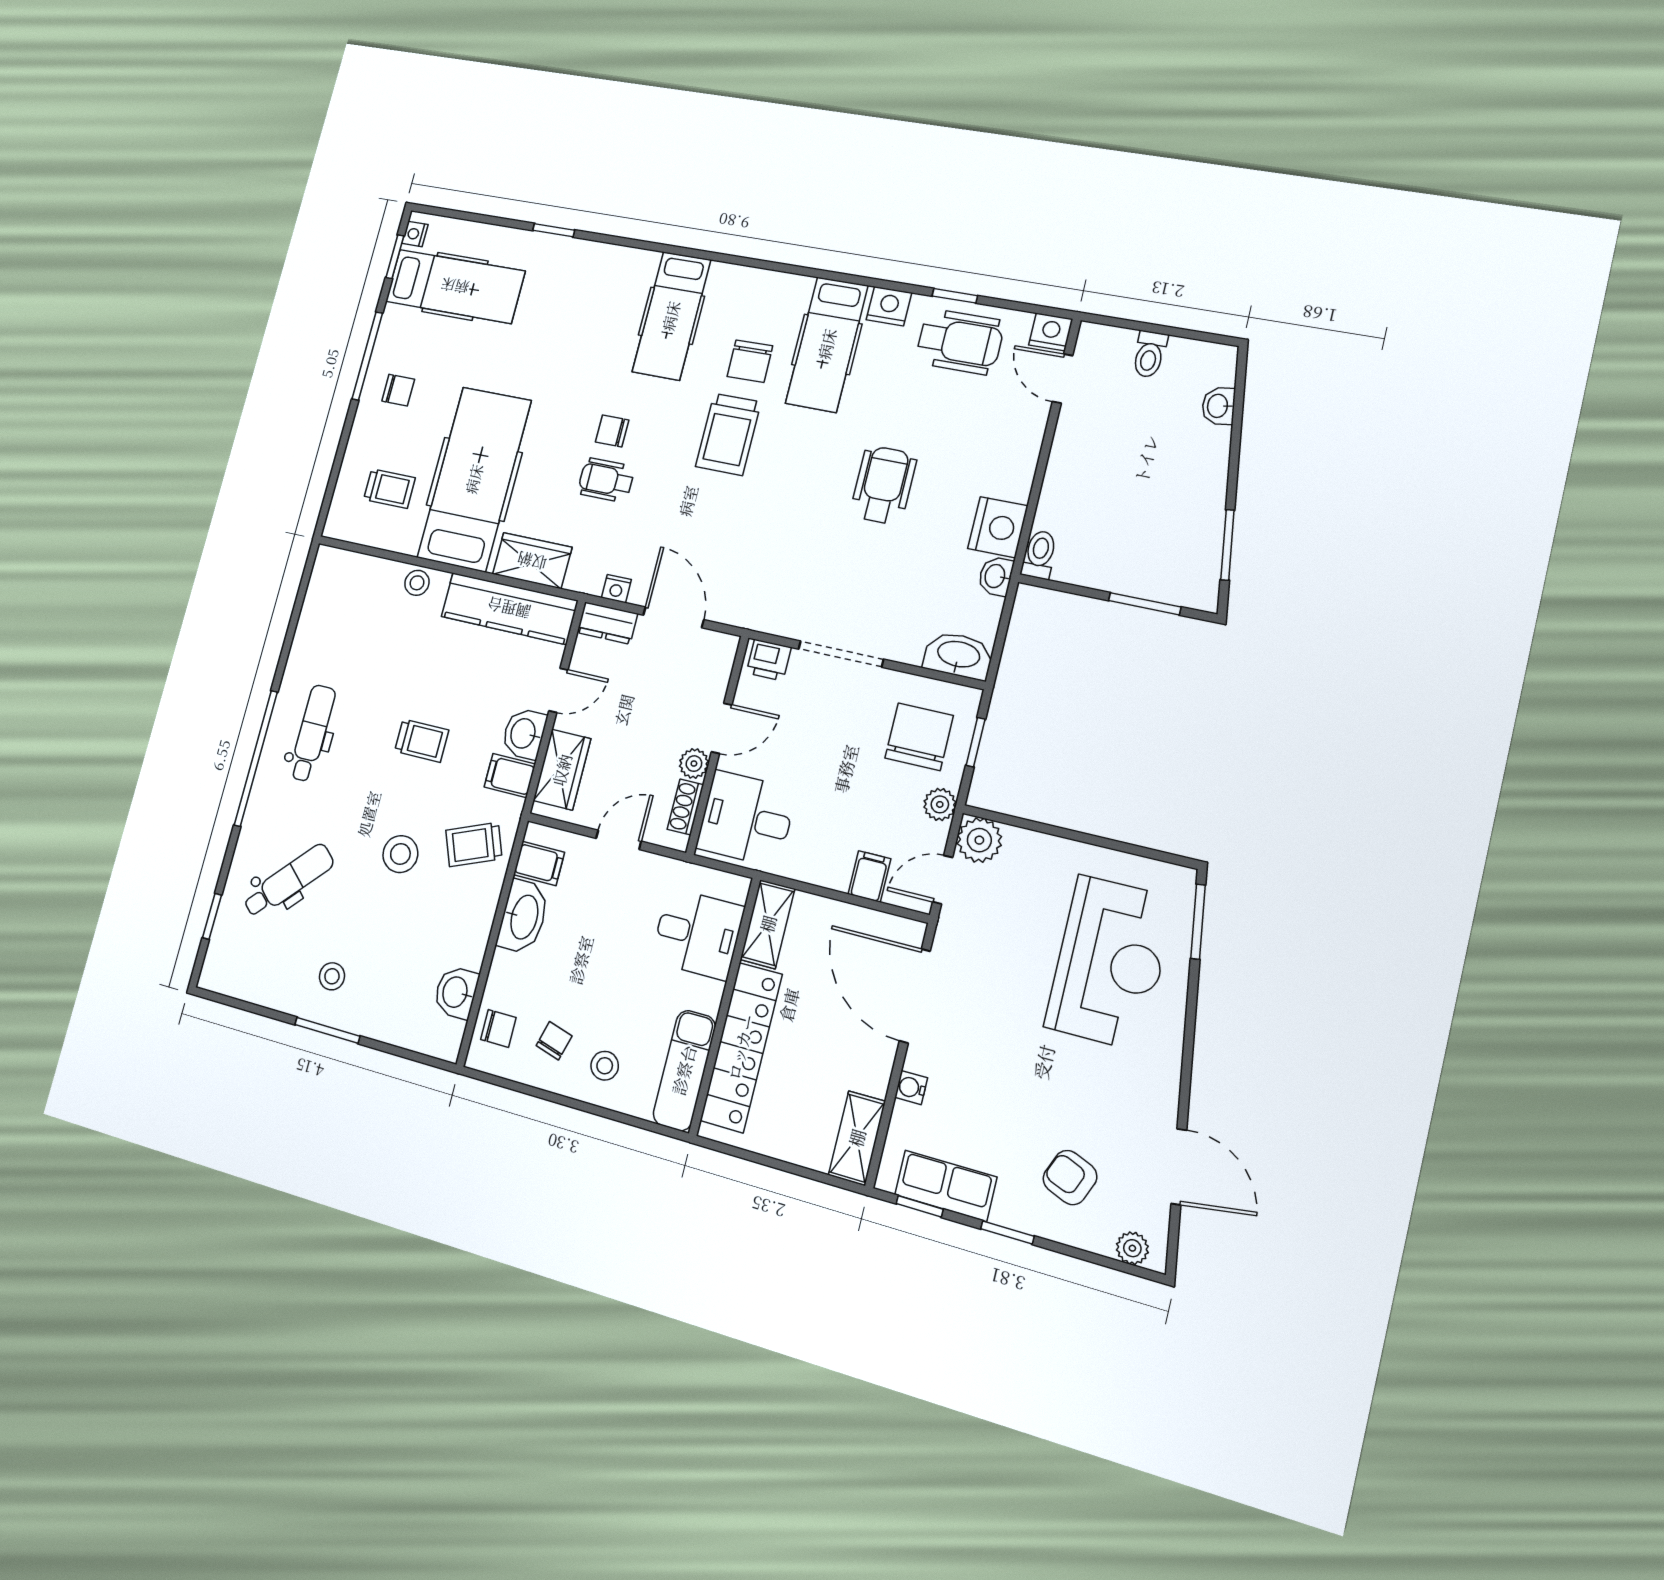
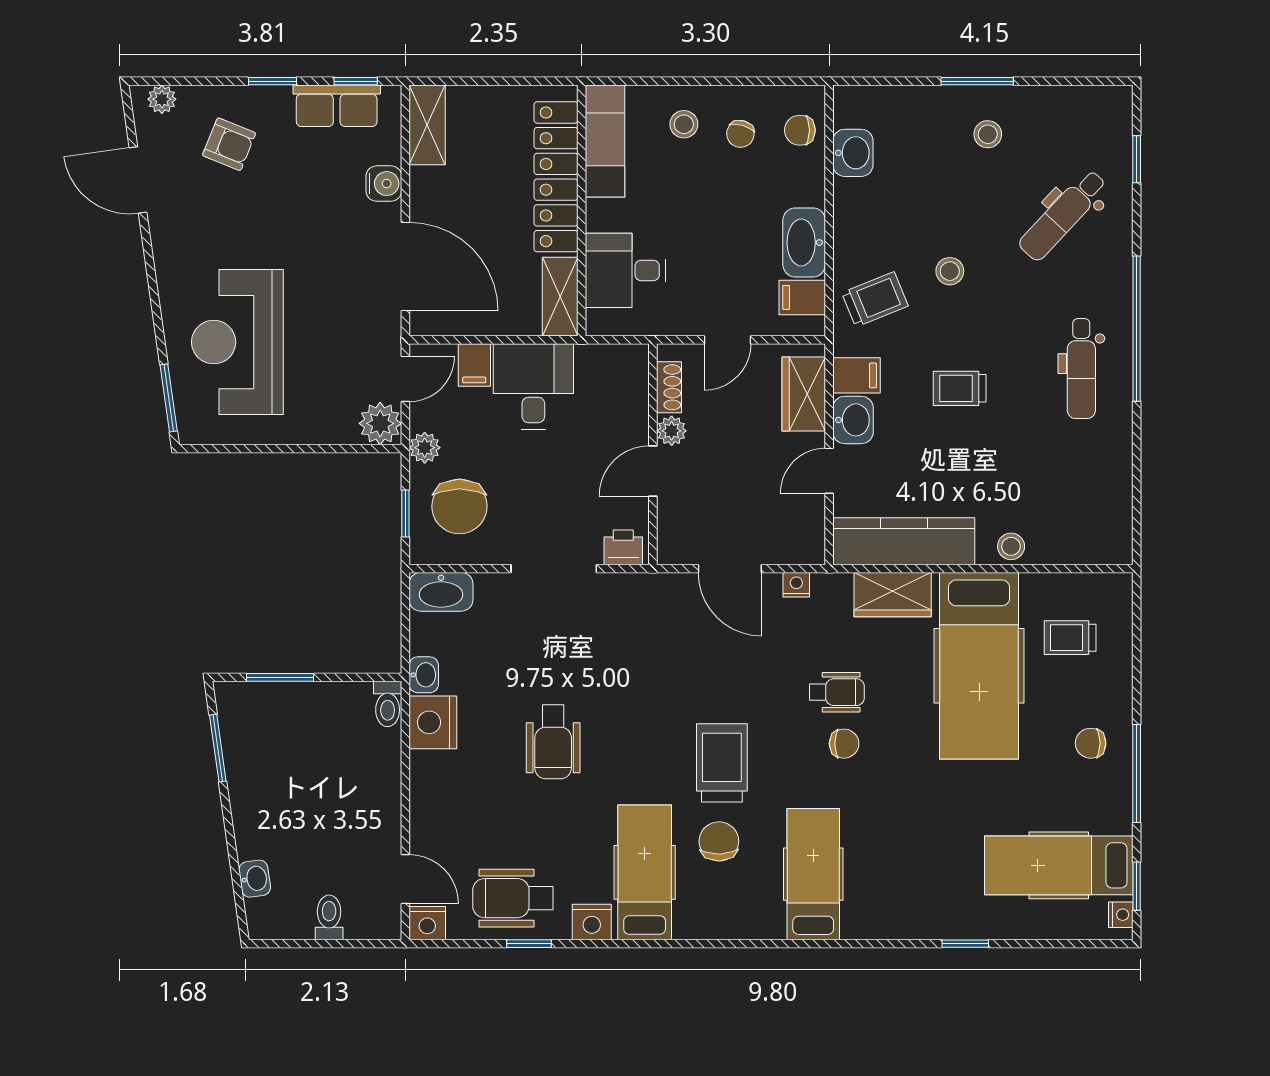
dresser: (607, 623) -> (796, 548), removed
desk: (746, 819) -> (533, 387), moved, turned -90
stool: (400, 854) -> (950, 271), width x0.73, depth x0.73
water cooler: (911, 1088) -> (384, 184), width x1.38, depth x1.38

